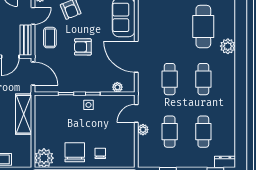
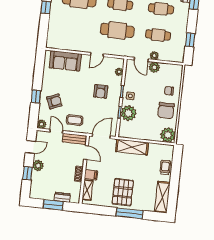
armchair: (83, 47) -> (101, 91), moved
door: (136, 57) -> (97, 55), width x0.53
cafe table: (170, 79) -> (117, 30), width x1.37, depth x1.35
plant: (66, 105) -> (128, 113), added
plant: (128, 131) -> (154, 67), added
chair: (75, 152) -> (166, 111), turned -89

